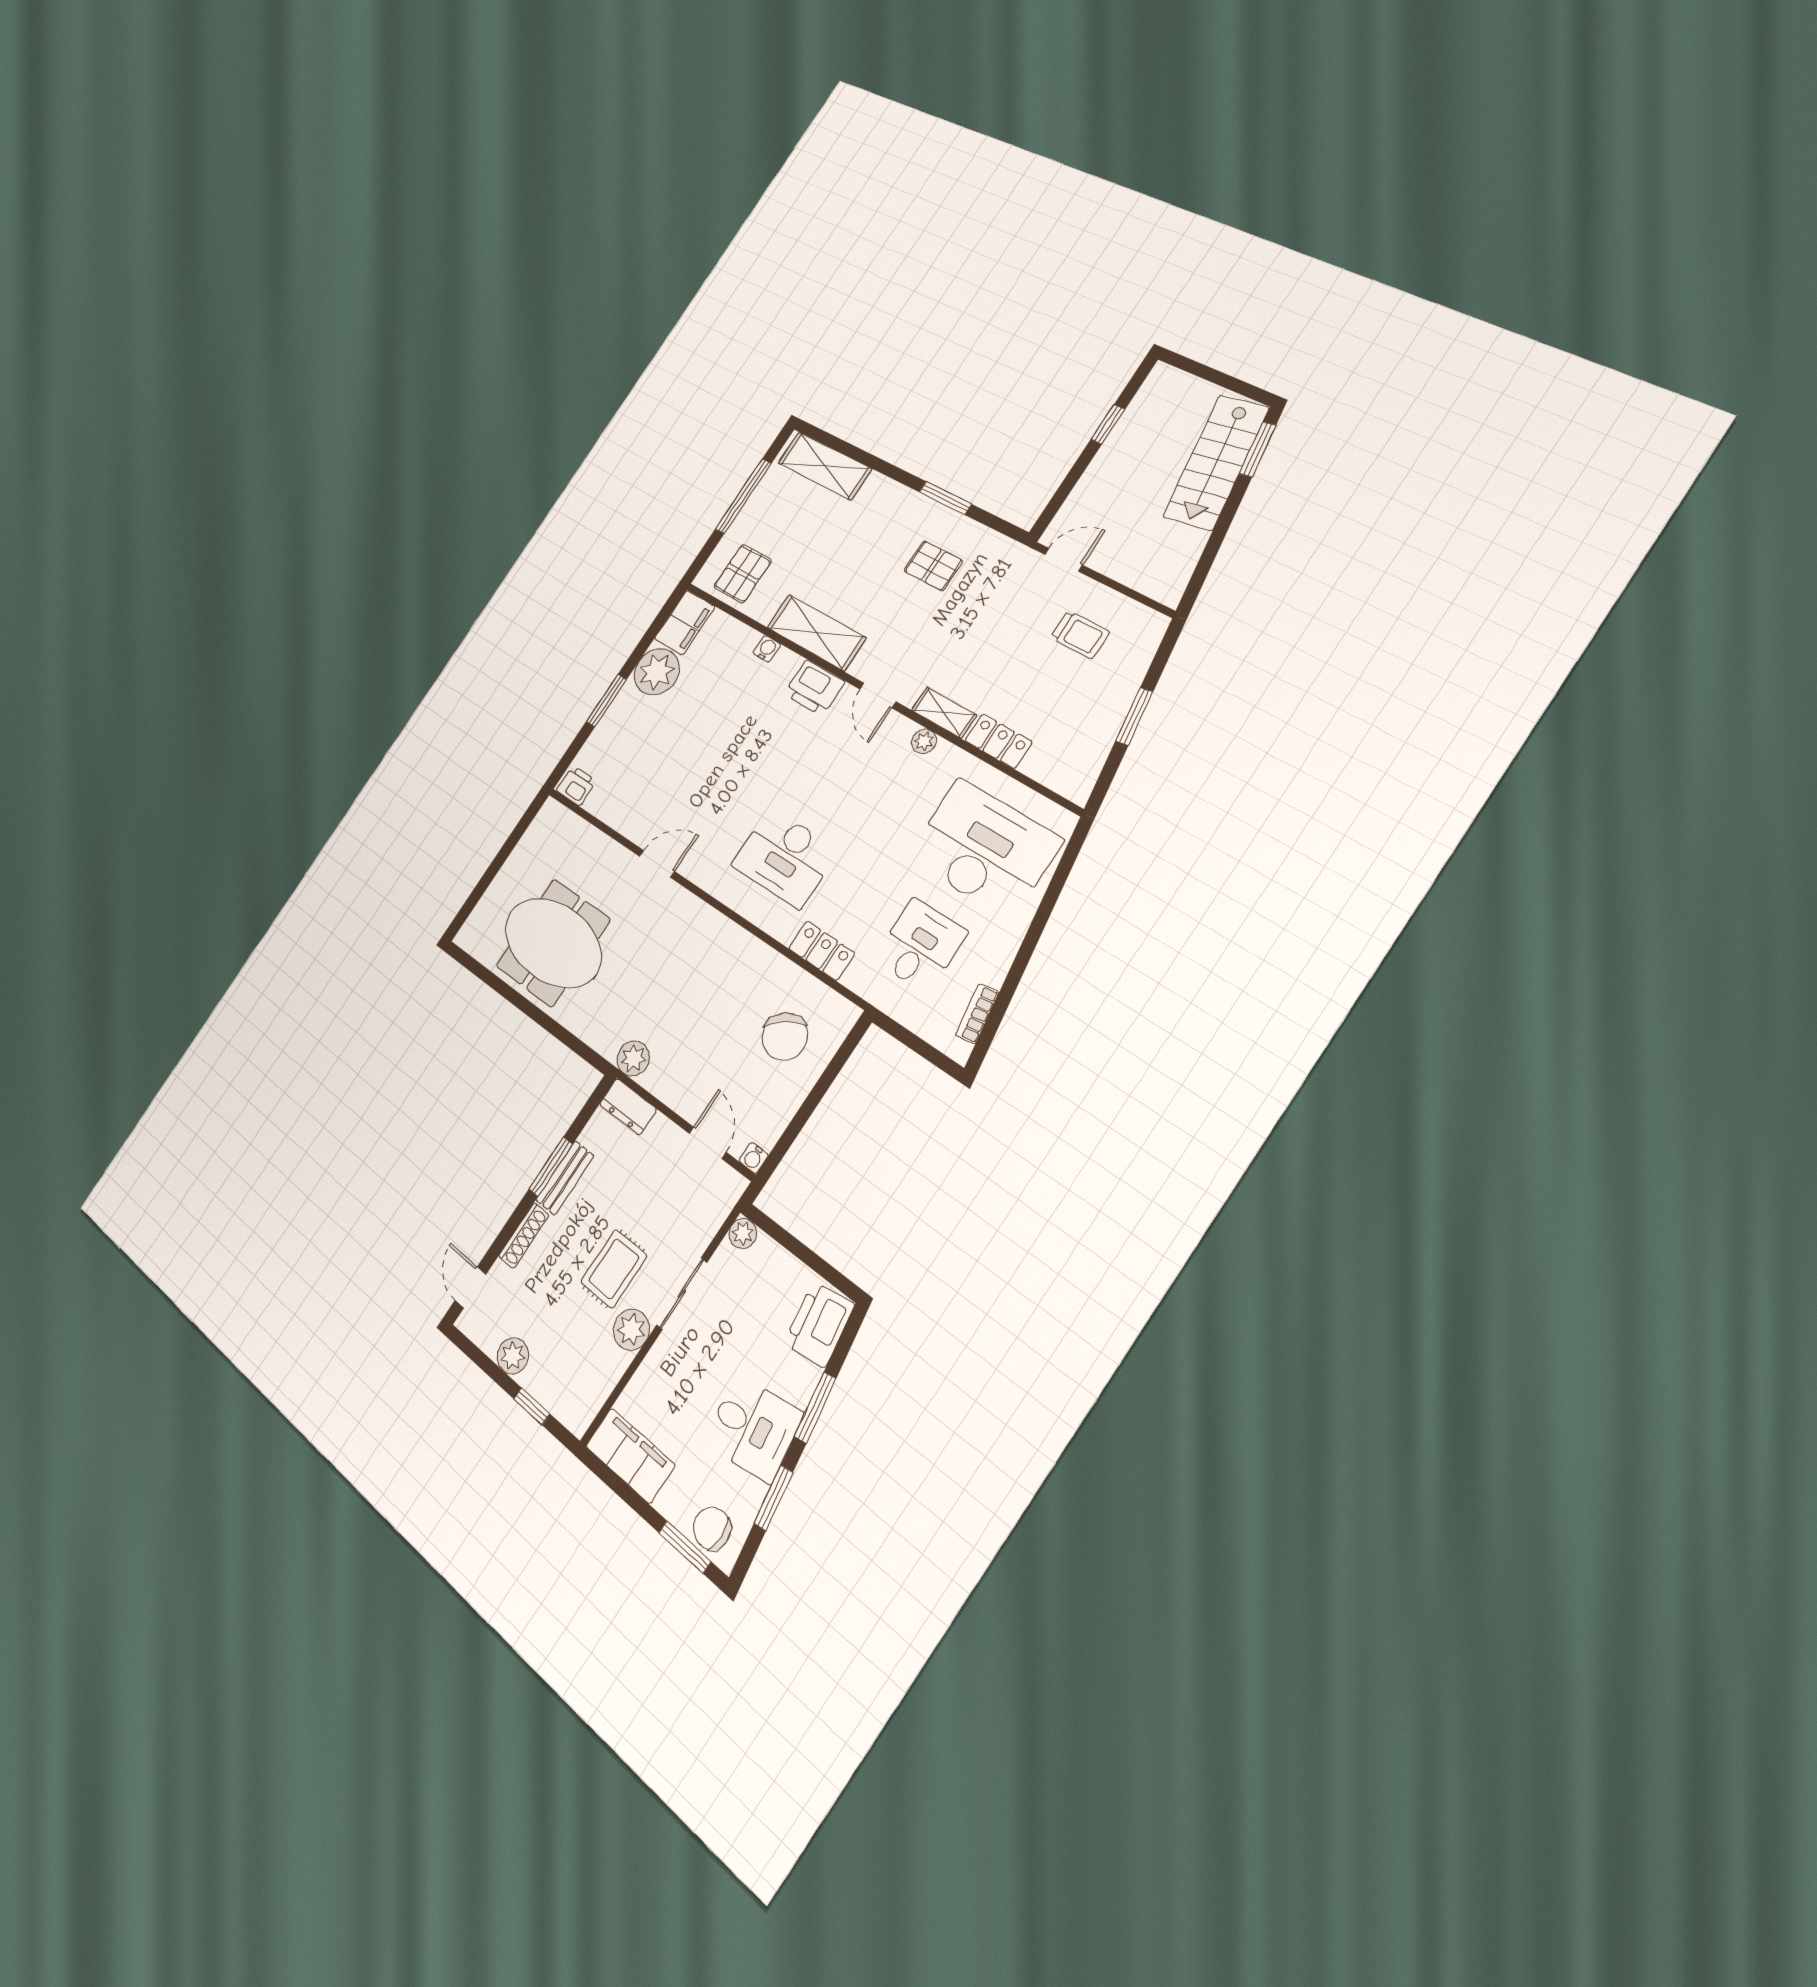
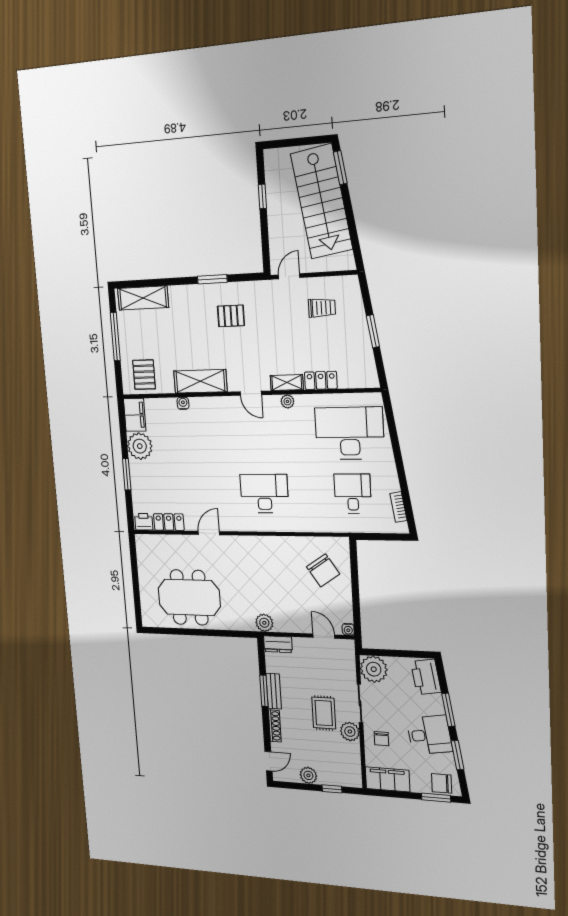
stairs: (1216, 462) -> (322, 201), width x1.36, depth x1.51
printer: (814, 688) -> (219, 408), removed
desk: (785, 858) -> (264, 493), turned 180
locker: (822, 951) -> (169, 522), moved
plant: (743, 1233) -> (374, 669), width x1.87, depth x1.87
door: (471, 1287) -> (269, 761), swing flipped
chair: (672, 1378) -> (382, 739), added

